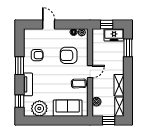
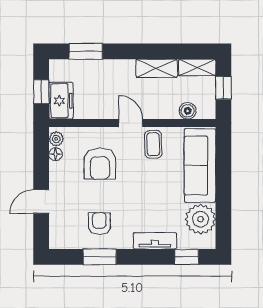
freezer: (114, 35) -> (61, 101), moved
window: (19, 66) -> (100, 257), moved
sofa: (68, 108) -> (200, 165), width x1.36

